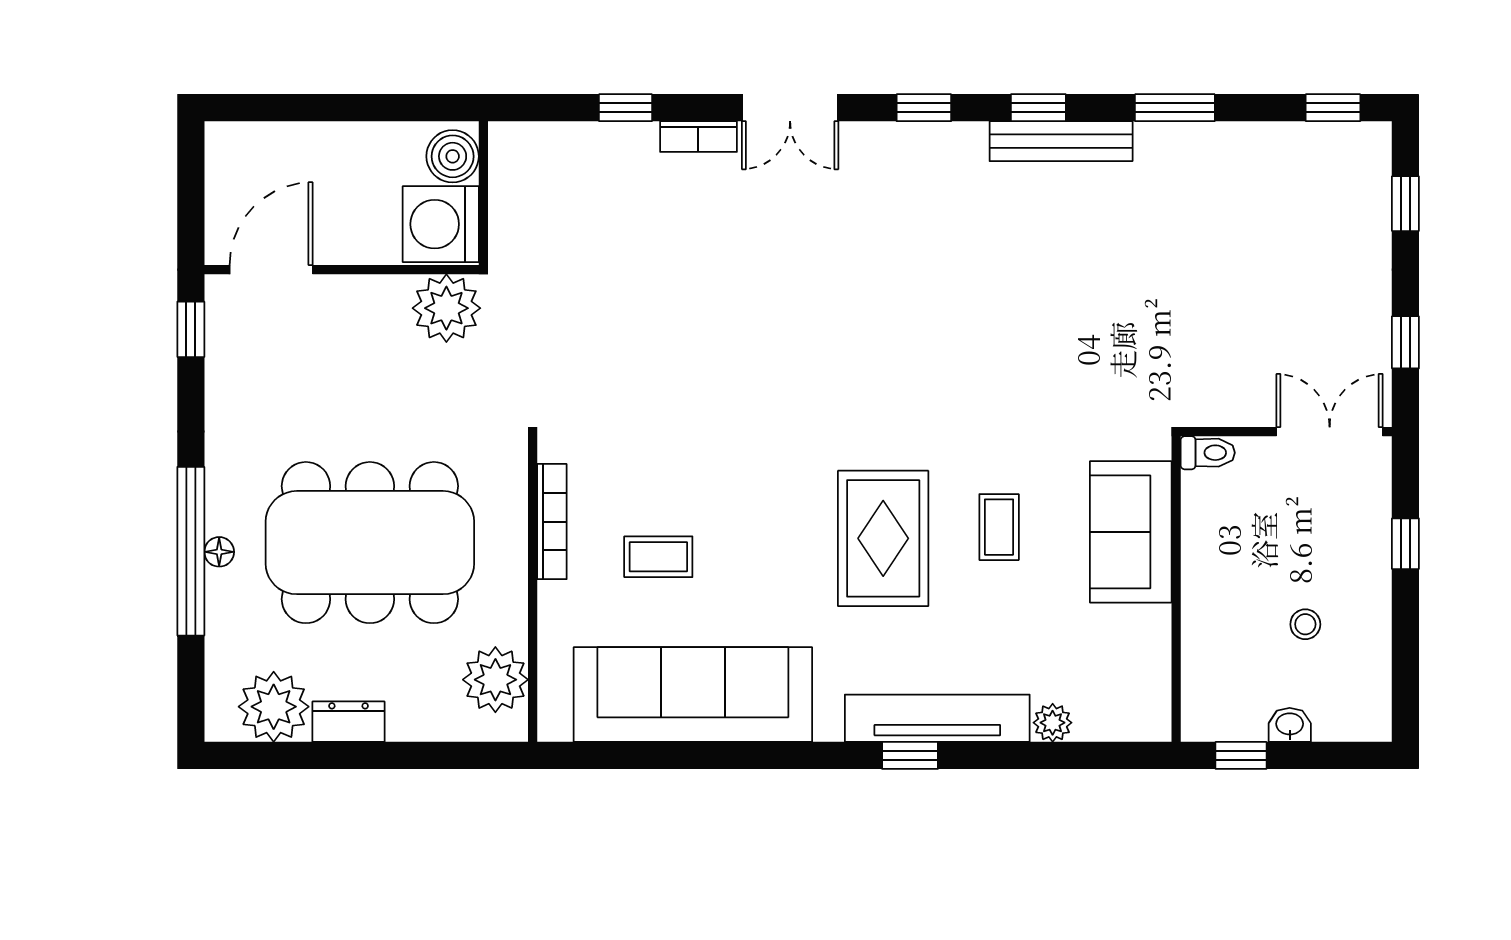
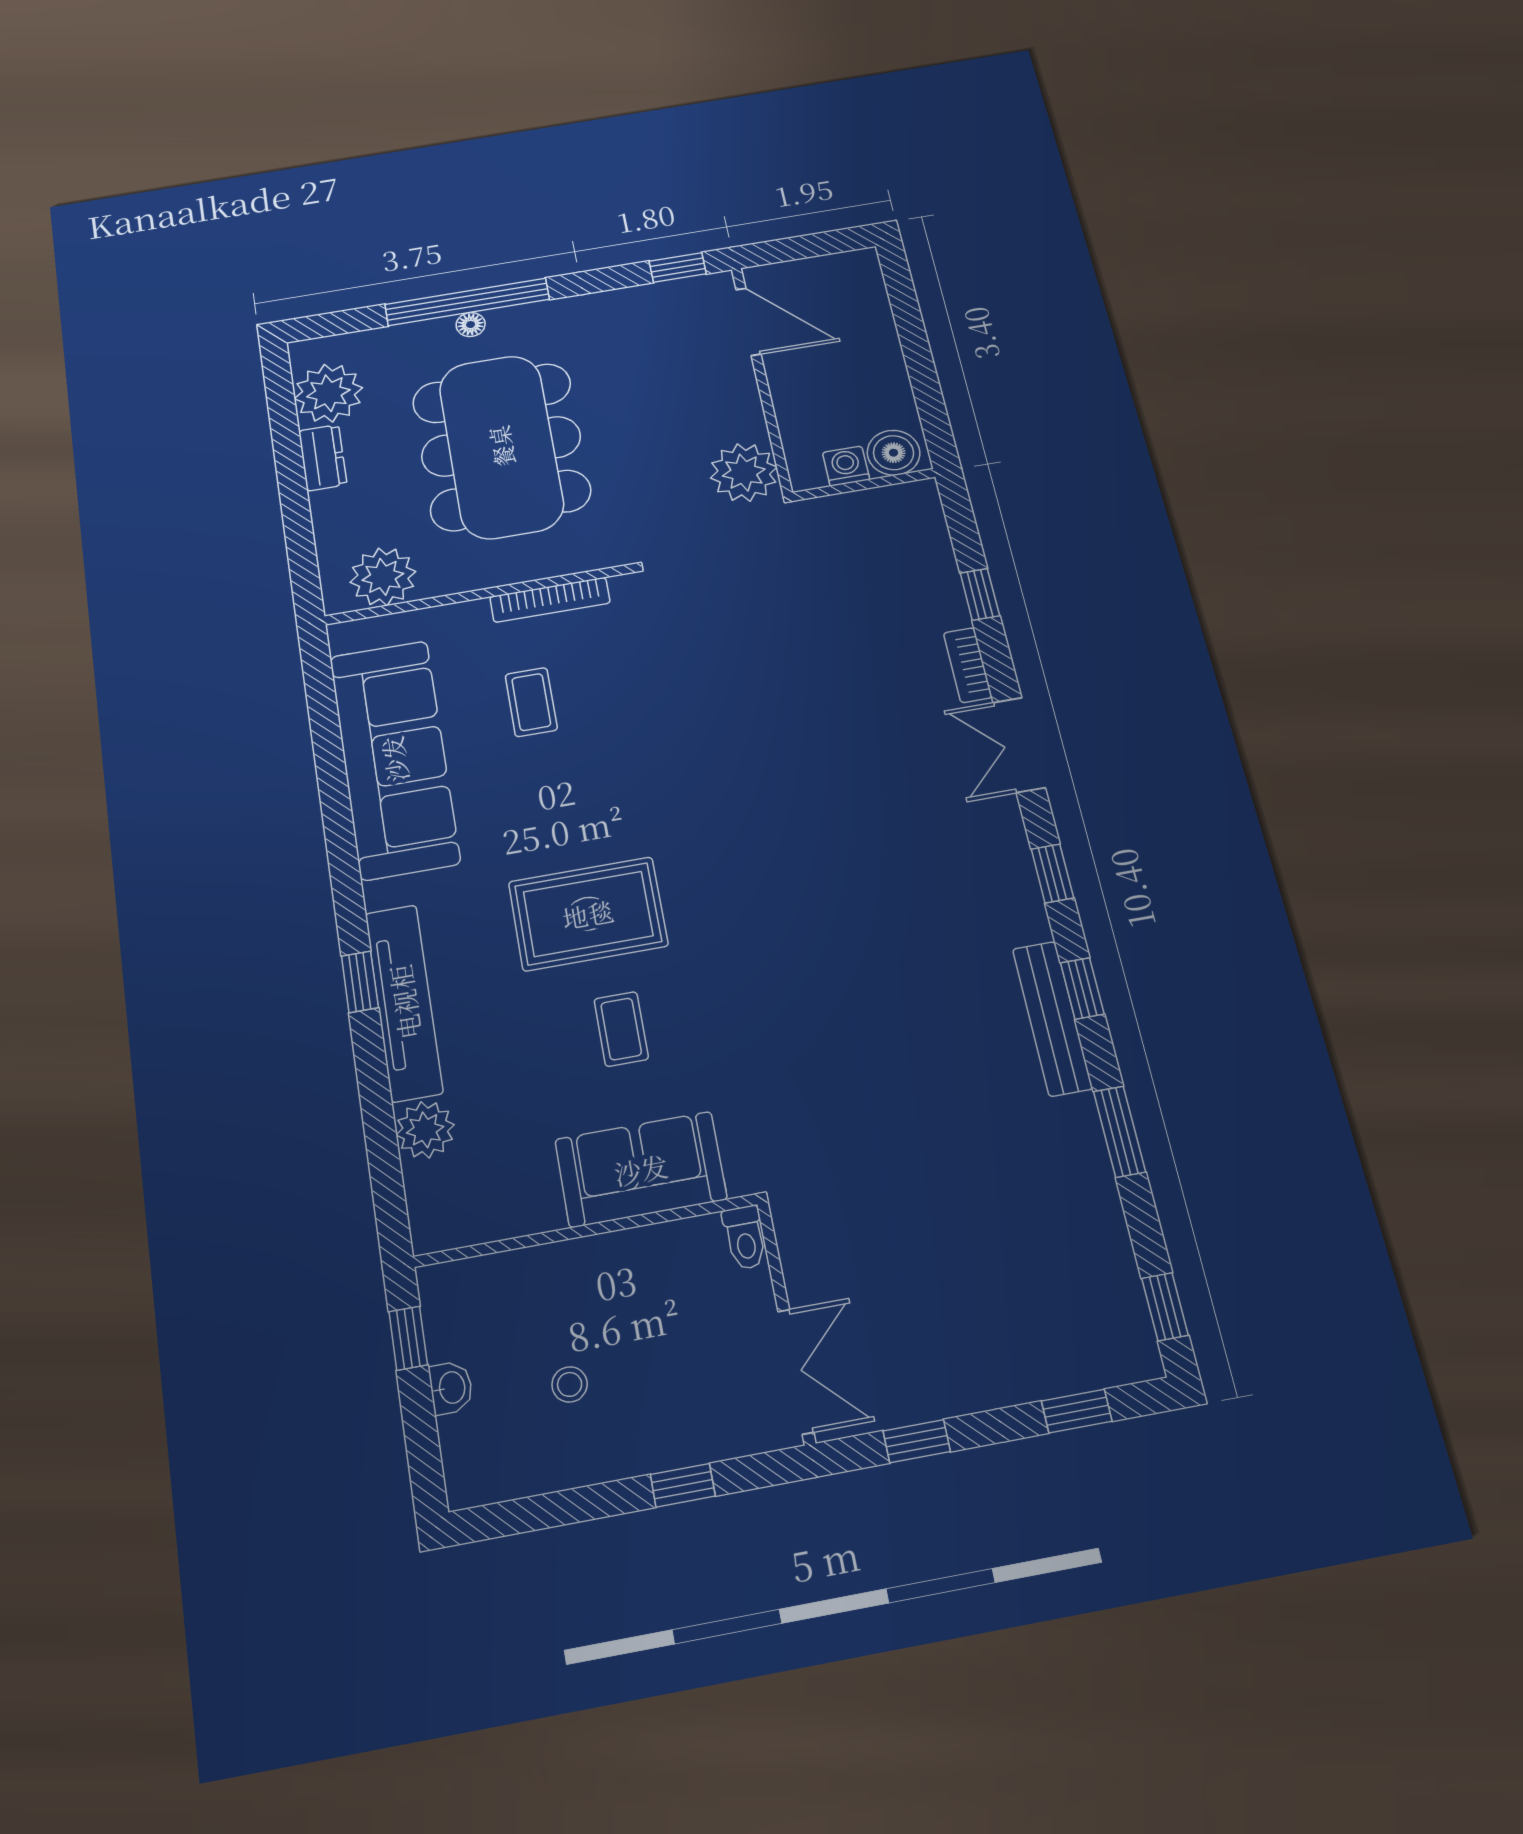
washing machine: (441, 224) -> (846, 466), width x0.53, depth x0.53
coffee table: (999, 527) -> (621, 1029), turned 90
plant: (1053, 723) -> (425, 1130), width x1.38, depth x1.38

